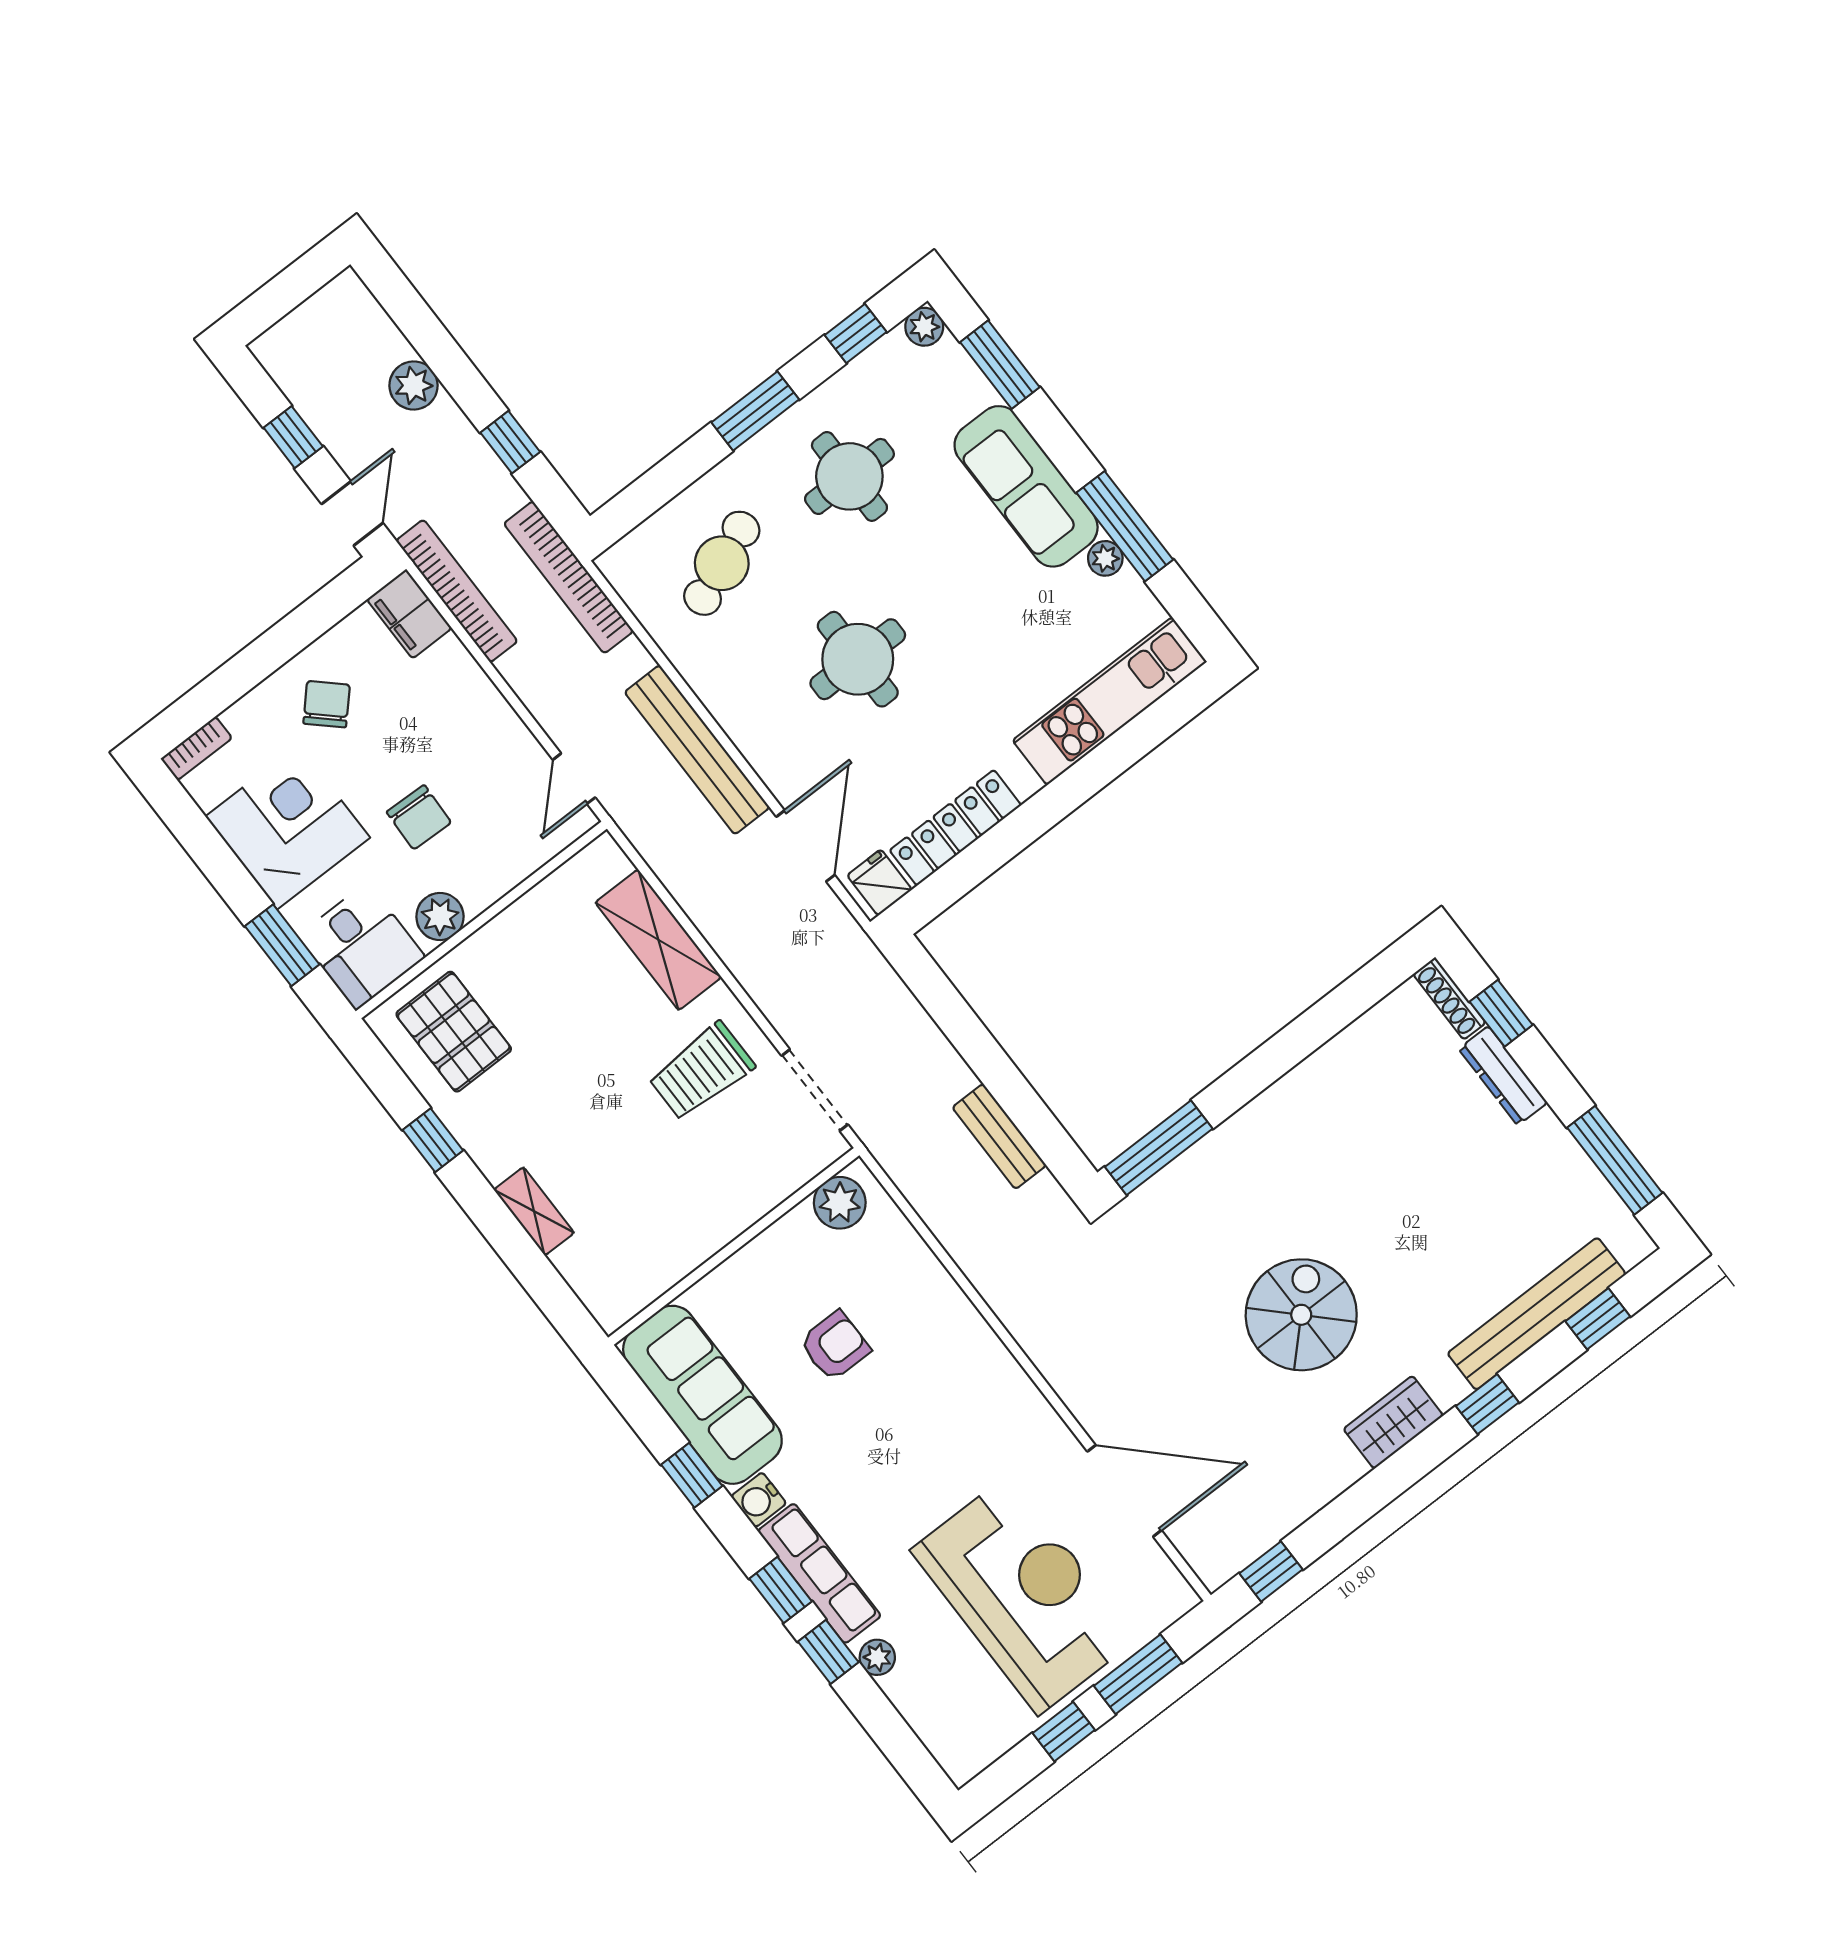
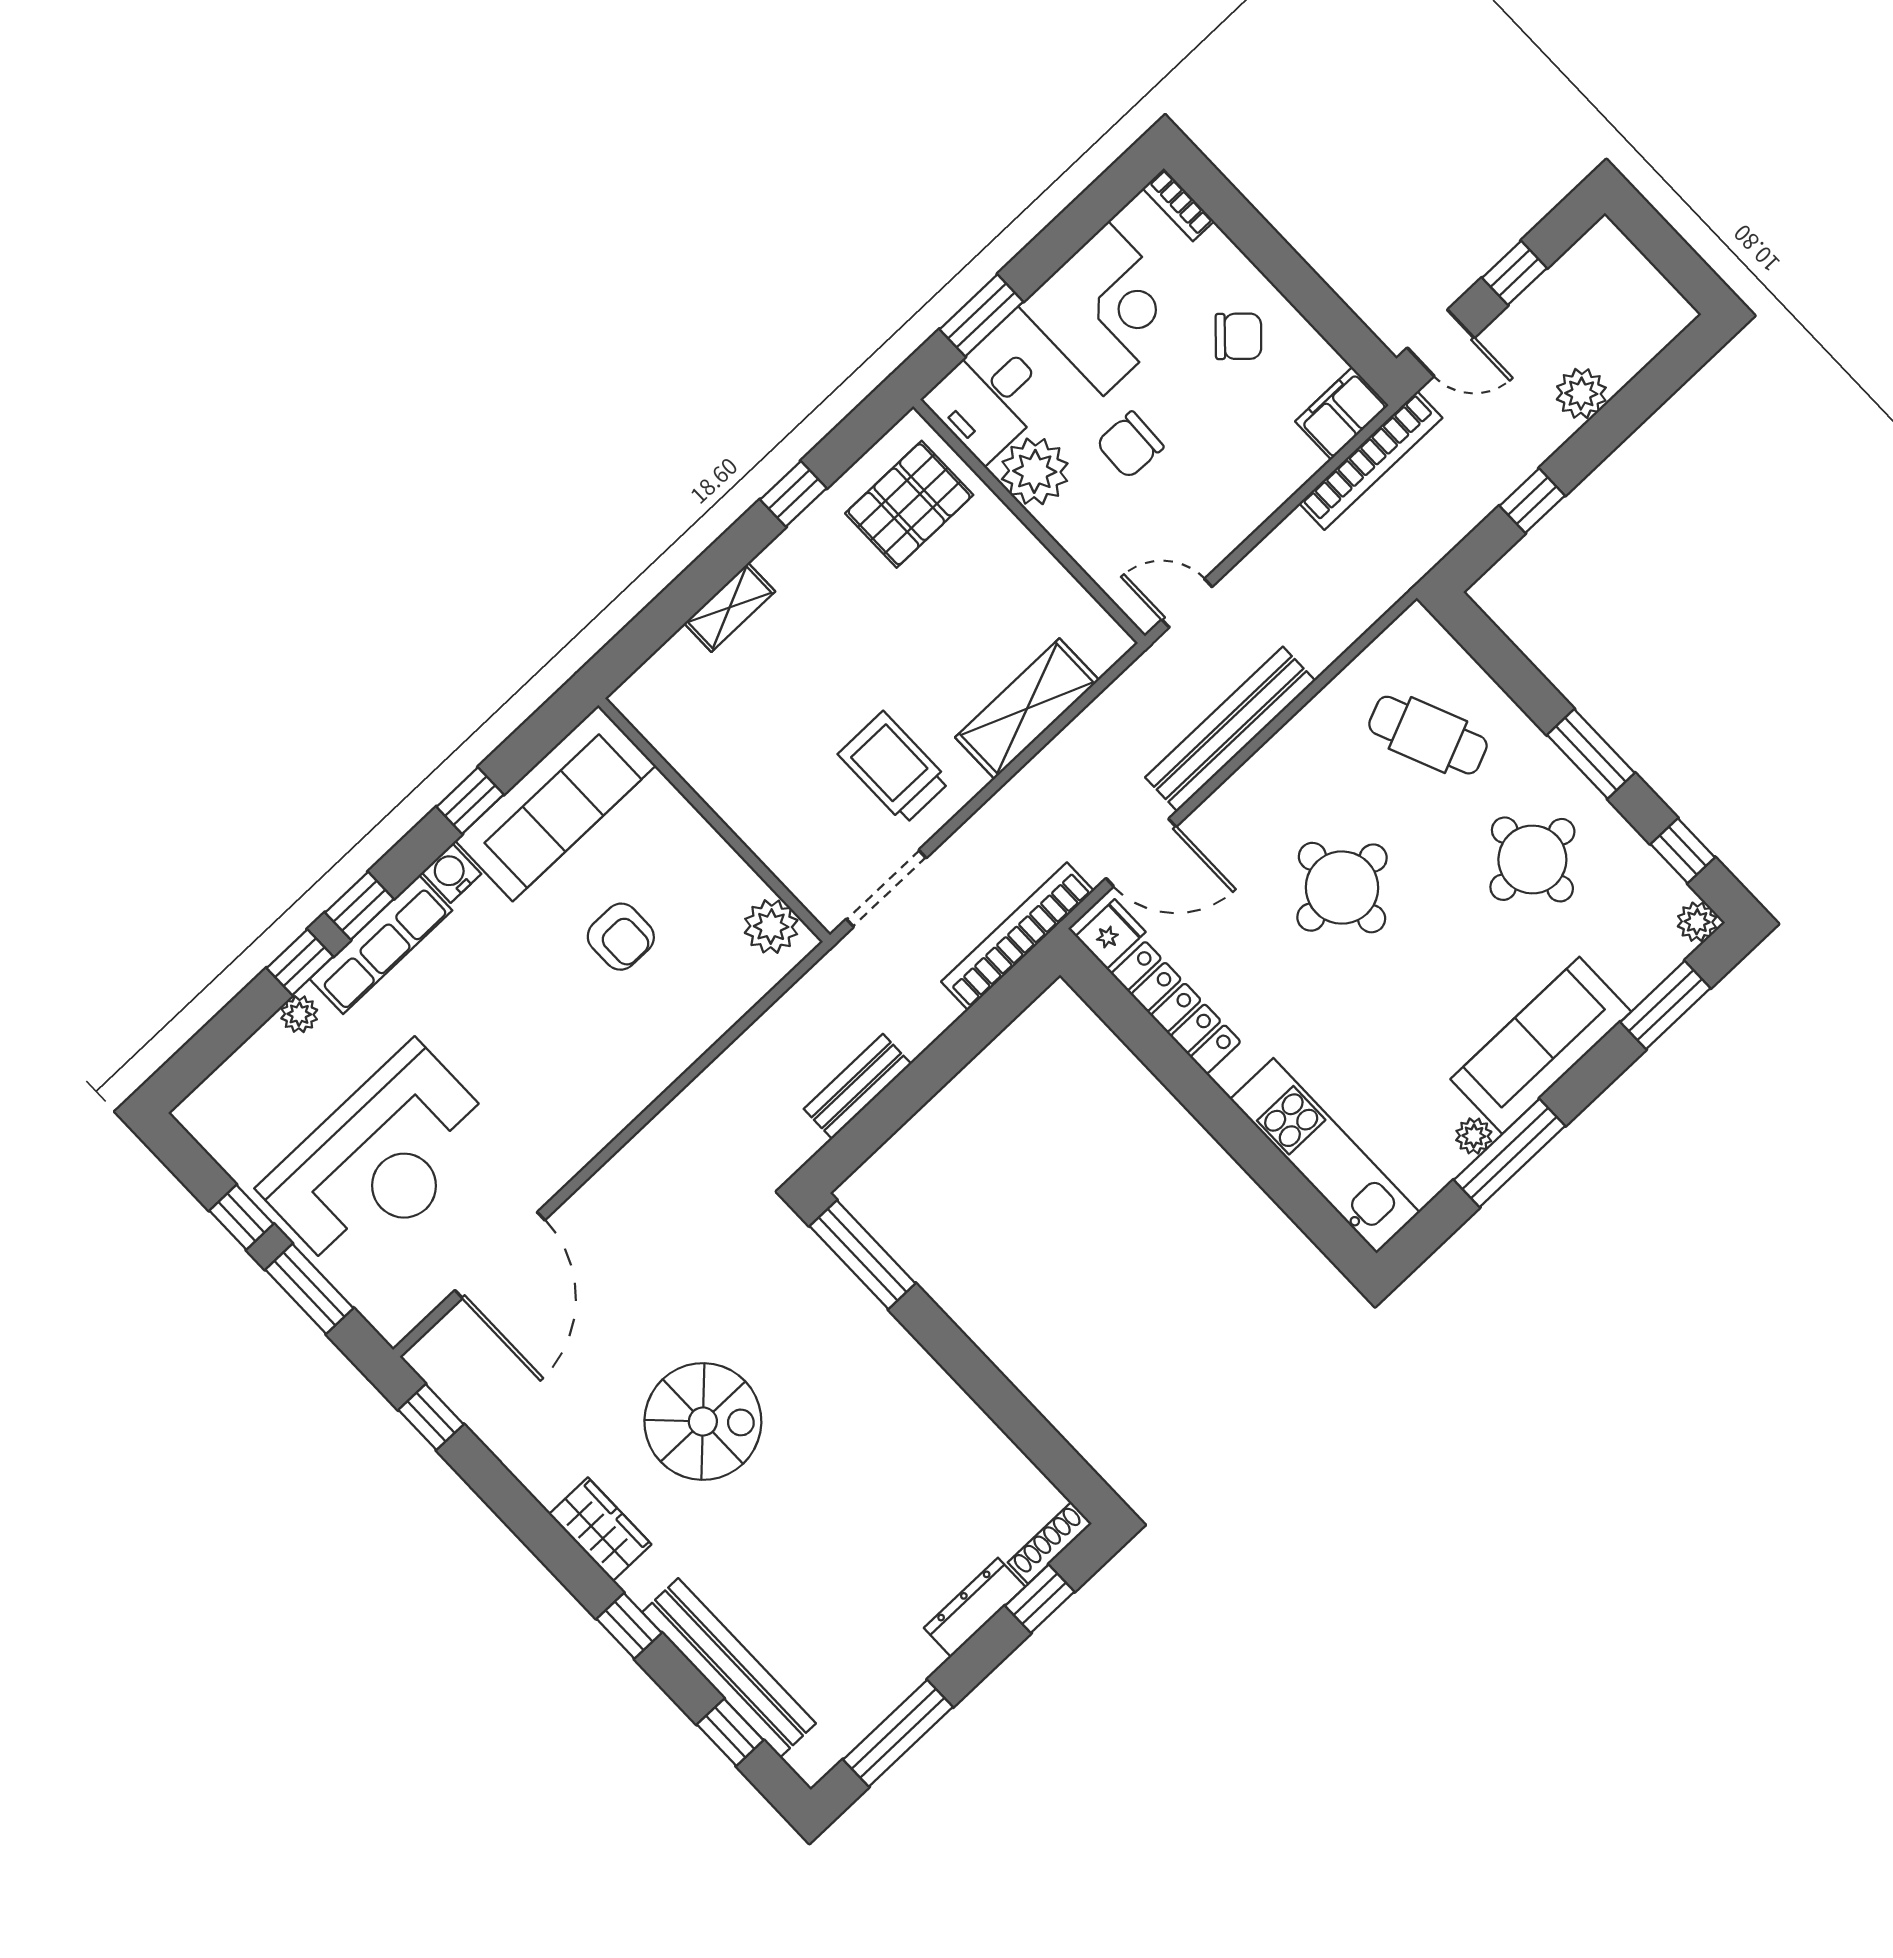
bookcase: (569, 577) -> (1018, 936), moved
plant: (440, 917) -> (1035, 471), width x1.36, depth x1.36

